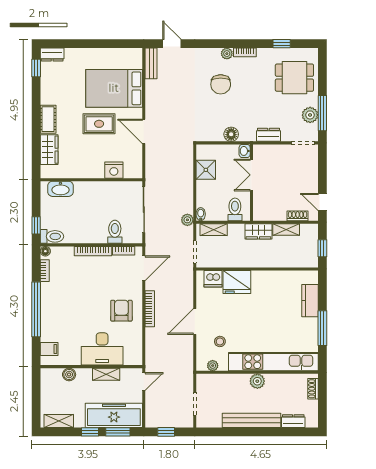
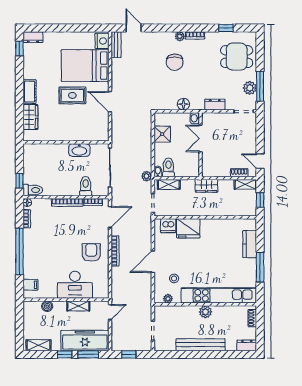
nightstand: (114, 170) -> (102, 41), moved, turned -90
washbasin: (60, 189) -> (79, 150), moved
toilet: (235, 209) -> (168, 167), moved
shelving: (286, 230) -> (245, 184), moved
dresser: (293, 421) -> (247, 345), moved

